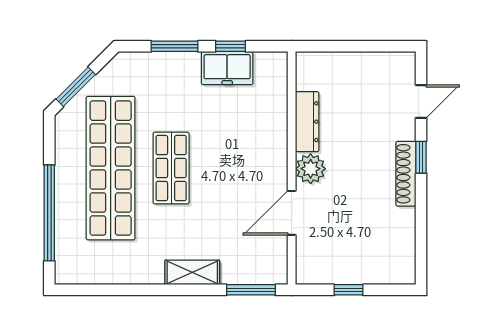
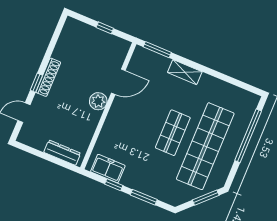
freezer: (227, 68) -> (108, 169), moved
dresser: (307, 122) -> (62, 153), moved, turned 90

